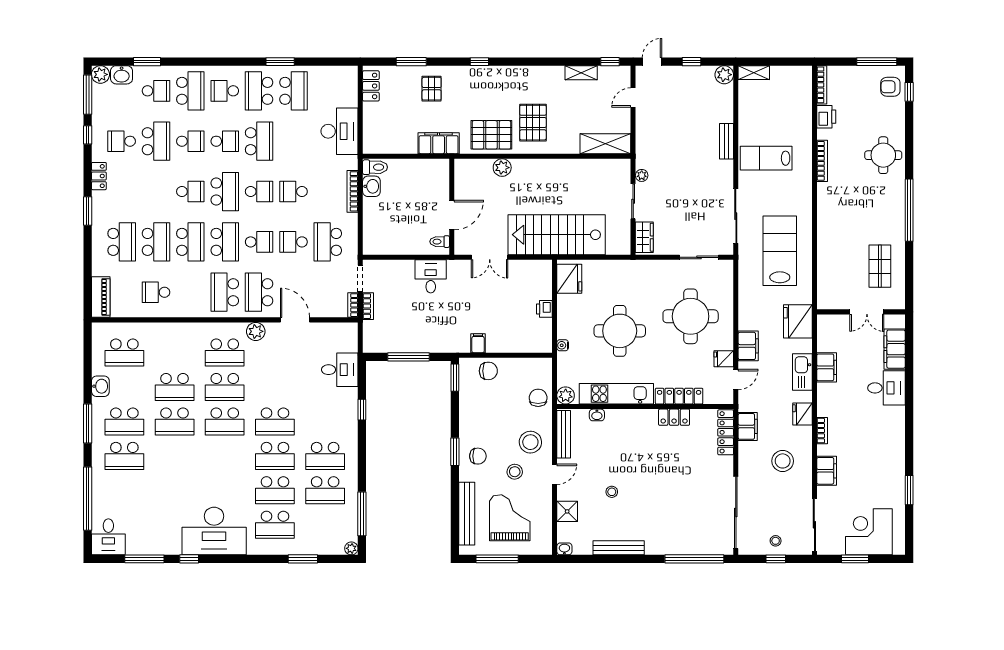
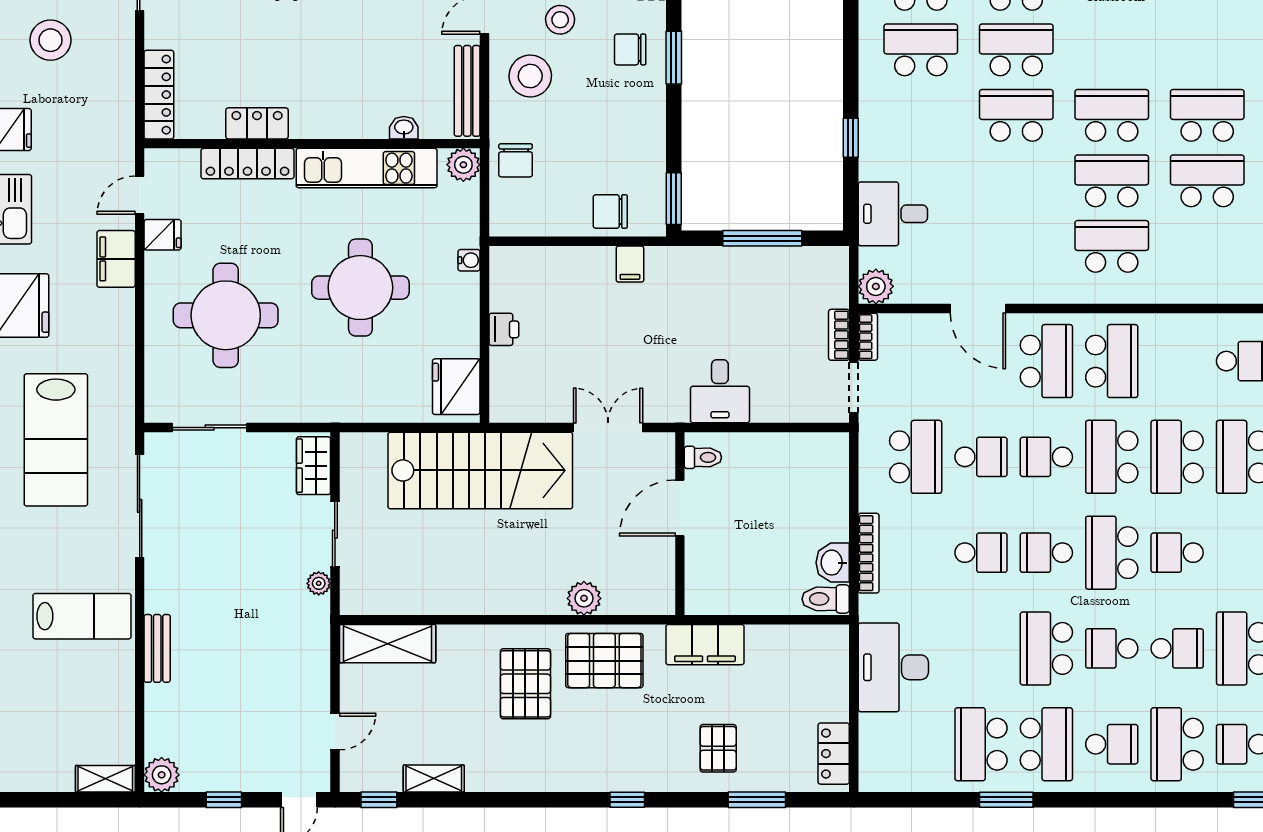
school desk: (190, 141) -> (1177, 648), turned 180
plant: (256, 331) -> (876, 286), moved
filing cabinet: (748, 426) -> (117, 106), removed

